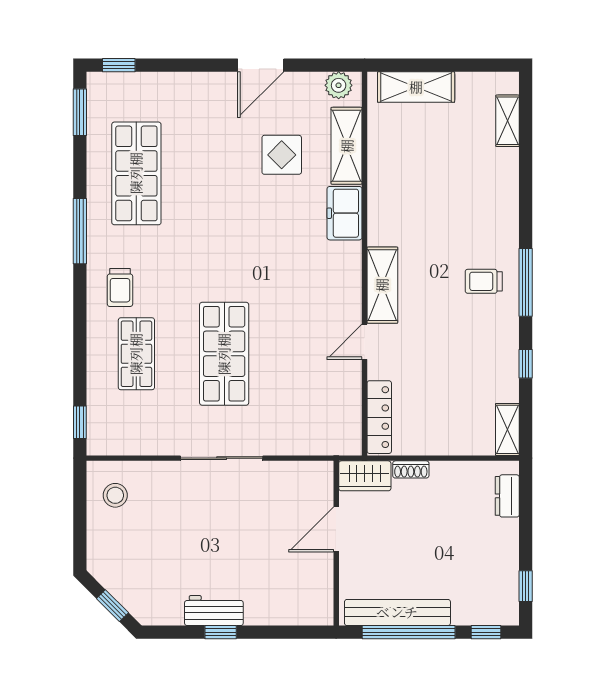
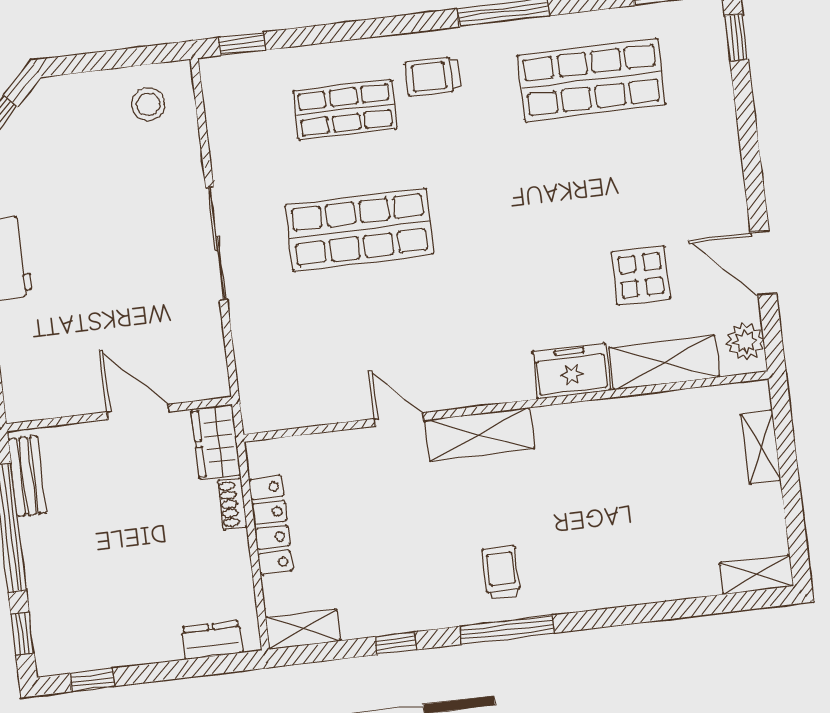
door: (261, 65) -> (764, 263), moved
shelving: (416, 87) -> (761, 447), width x0.67, depth x0.75
shelving: (508, 121) -> (757, 575), moved
locker: (379, 417) -> (271, 525), moved, turned -90
bench: (397, 612) -> (27, 476), width x0.54, depth x0.82

